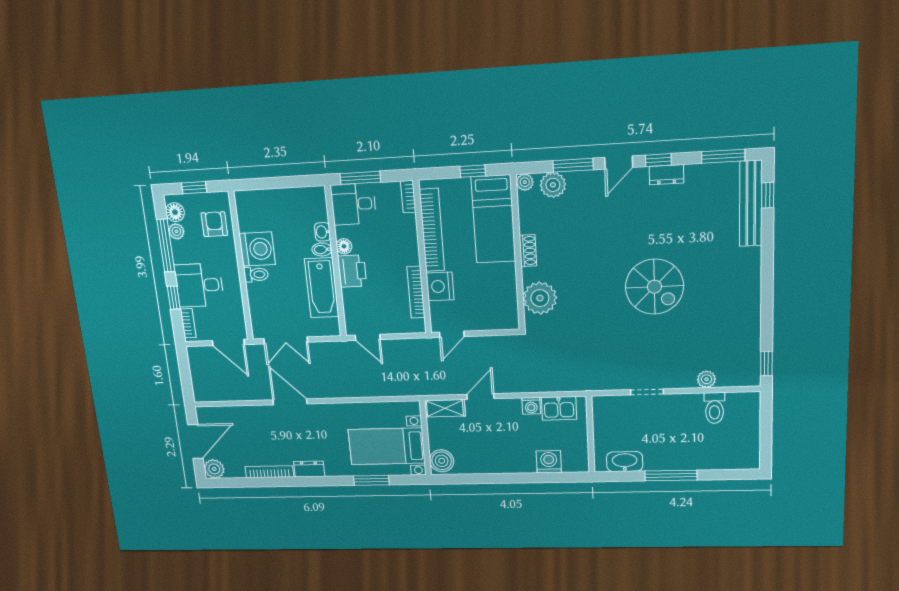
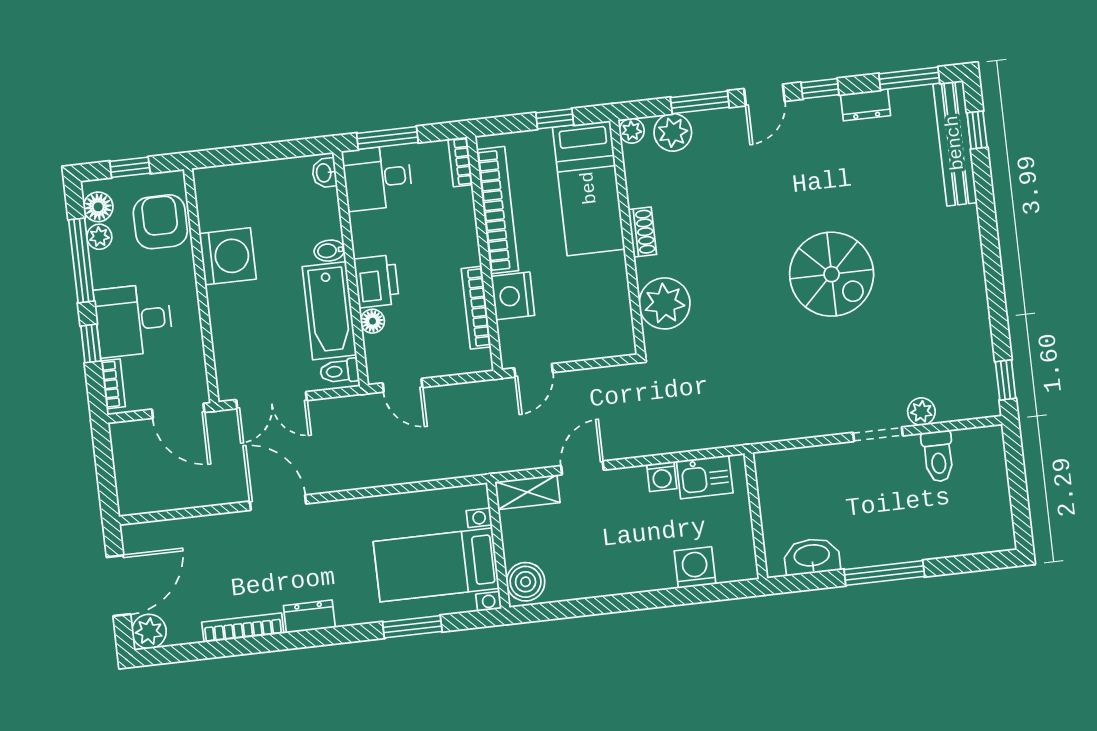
dresser: (666, 175) -> (865, 105), moved
armchair: (214, 224) -> (160, 222), width x1.38, depth x1.38
washbasin: (322, 232) -> (324, 173), moved
floor lamp: (344, 246) -> (373, 321), moved
toilet: (256, 274) -> (339, 371), moved, turned 180
doorway: (647, 392) -> (878, 434), moved

